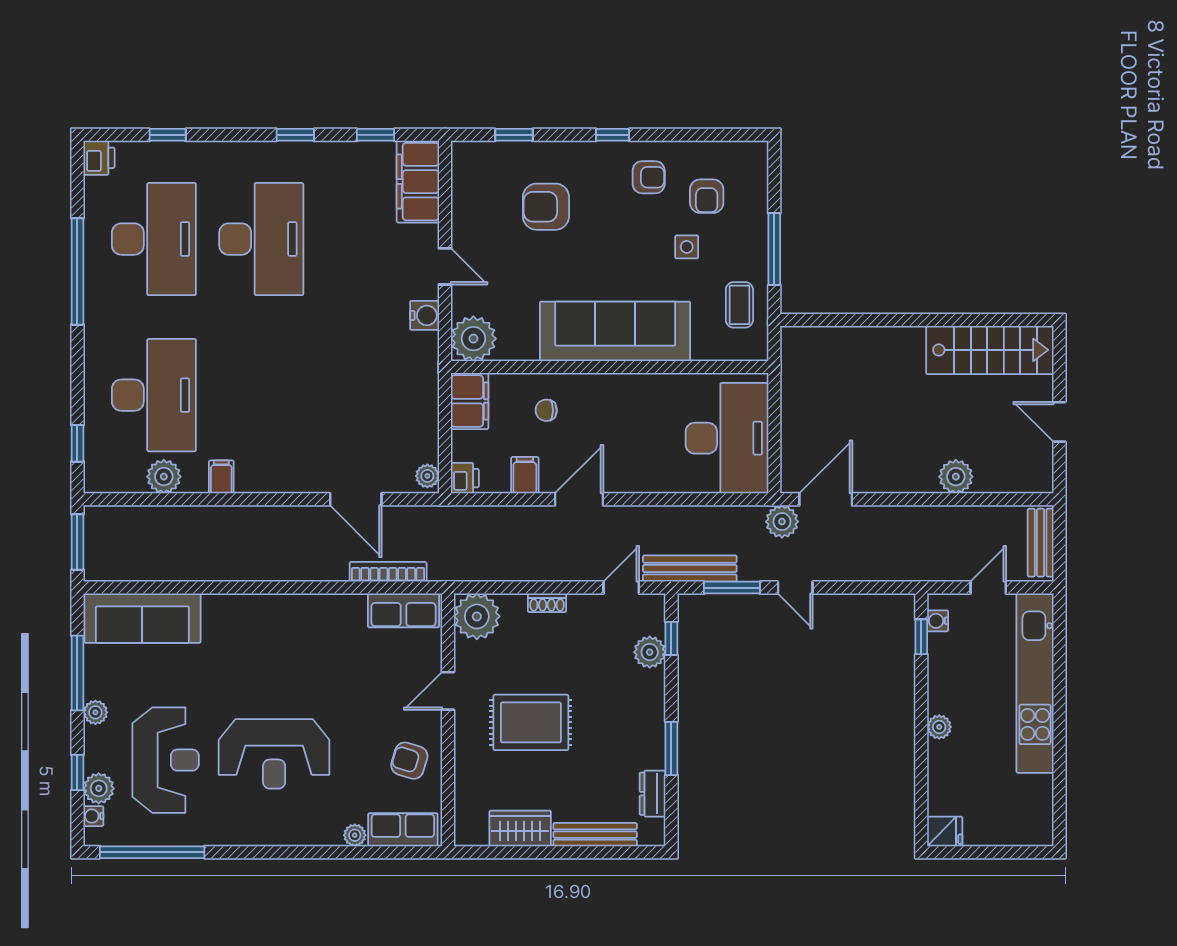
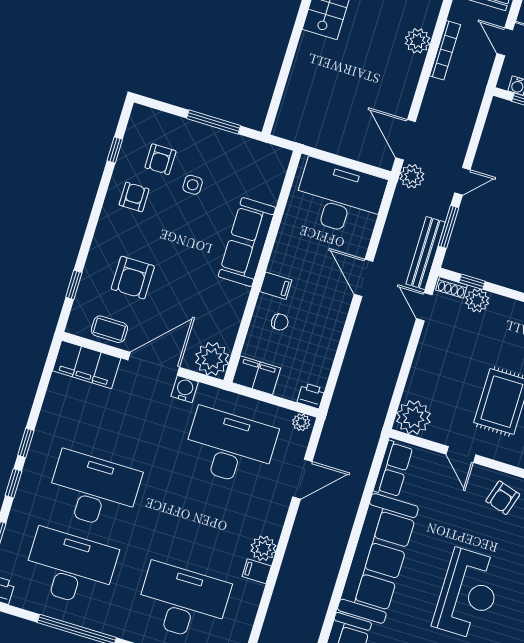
window: (376, 135) -> (14, 483), moved
window: (613, 135) -> (115, 150), moved
armchair: (707, 196) -> (160, 159), turned 90
door: (445, 266) -> (154, 364), width x1.88
coffee table: (739, 305) -> (109, 329), moved
sofa: (615, 331) -> (247, 242), width x0.74, depth x0.79
desk: (369, 395) -> (230, 447), added
chair: (546, 410) -> (280, 322), turned -90
filing cabinet: (525, 475) -> (276, 286), moved, turned 180
plant: (164, 477) -> (263, 548), moved
door: (579, 499) -> (363, 278), moved
bookcase: (388, 572) -> (445, 50), moved, turned 180
shoe rack: (547, 603) -> (452, 287), moved, turned 90
sofa: (284, 626) -> (378, 558), added

